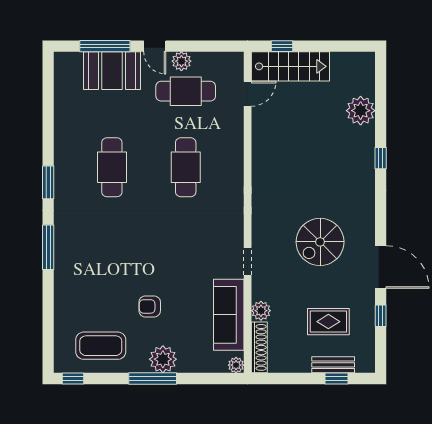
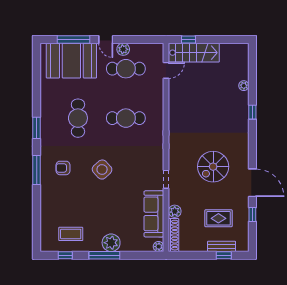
booth: (112, 71) -> (71, 61), width x1.36, depth x1.42
plant: (361, 111) -> (244, 86), width x0.53, depth x0.53
cafe table: (186, 167) -> (126, 118), turned 90
side table: (149, 246) -> (102, 170), added
armchair: (150, 306) -> (63, 168), moved
coffee table: (101, 346) -> (71, 234), width x0.73, depth x0.76
window: (73, 378) -> (65, 255), moved

